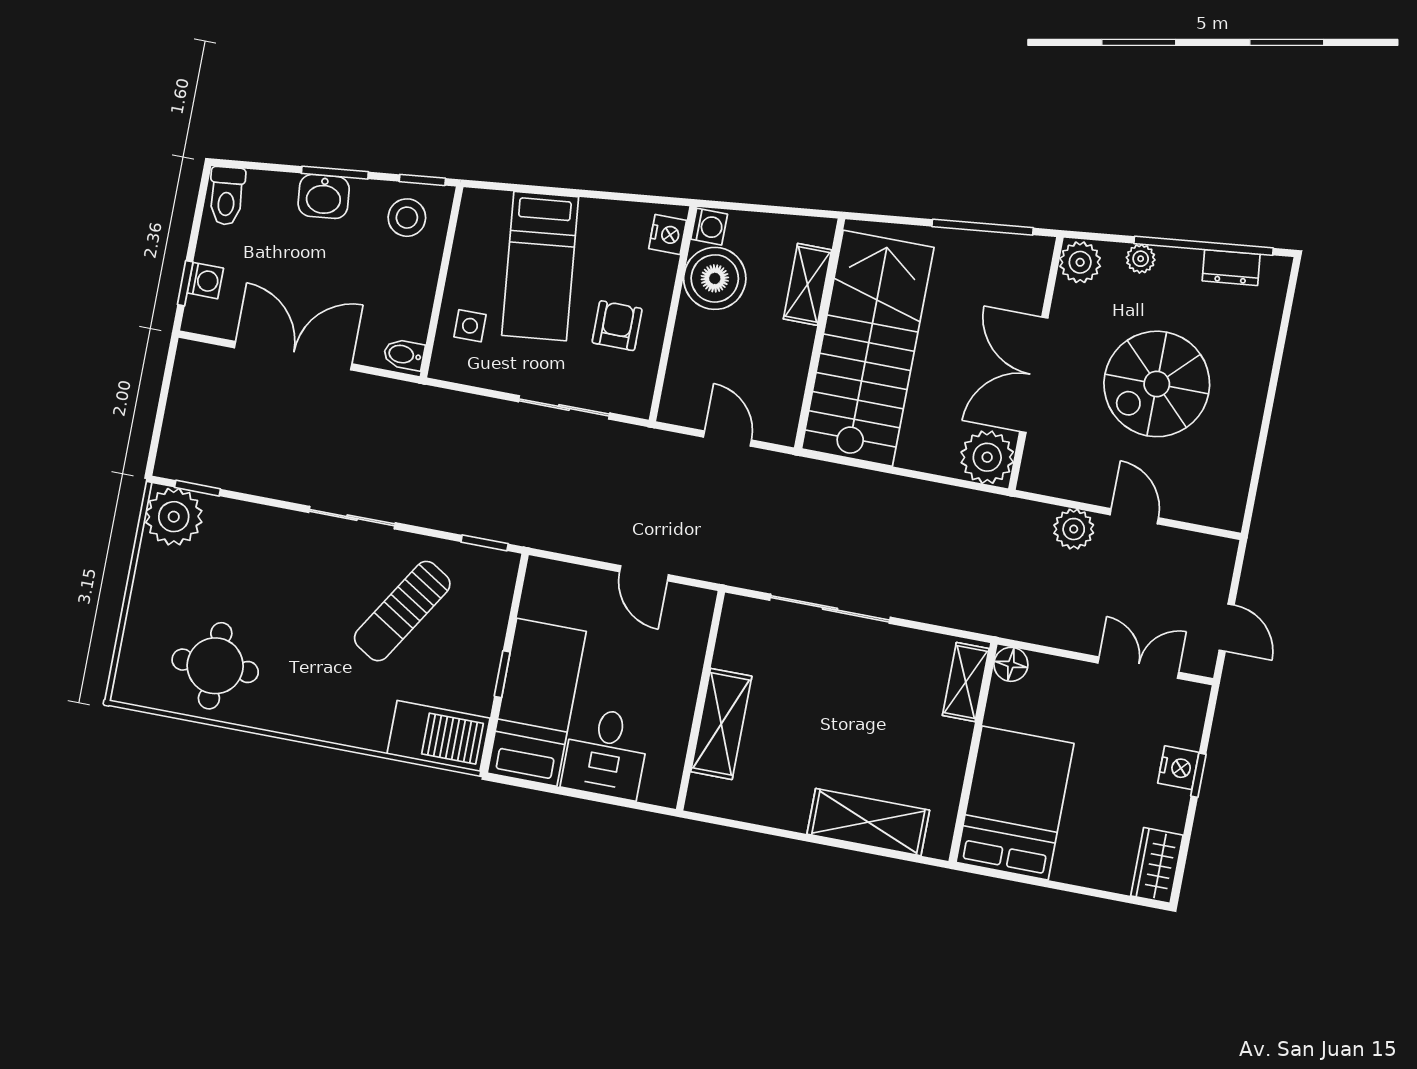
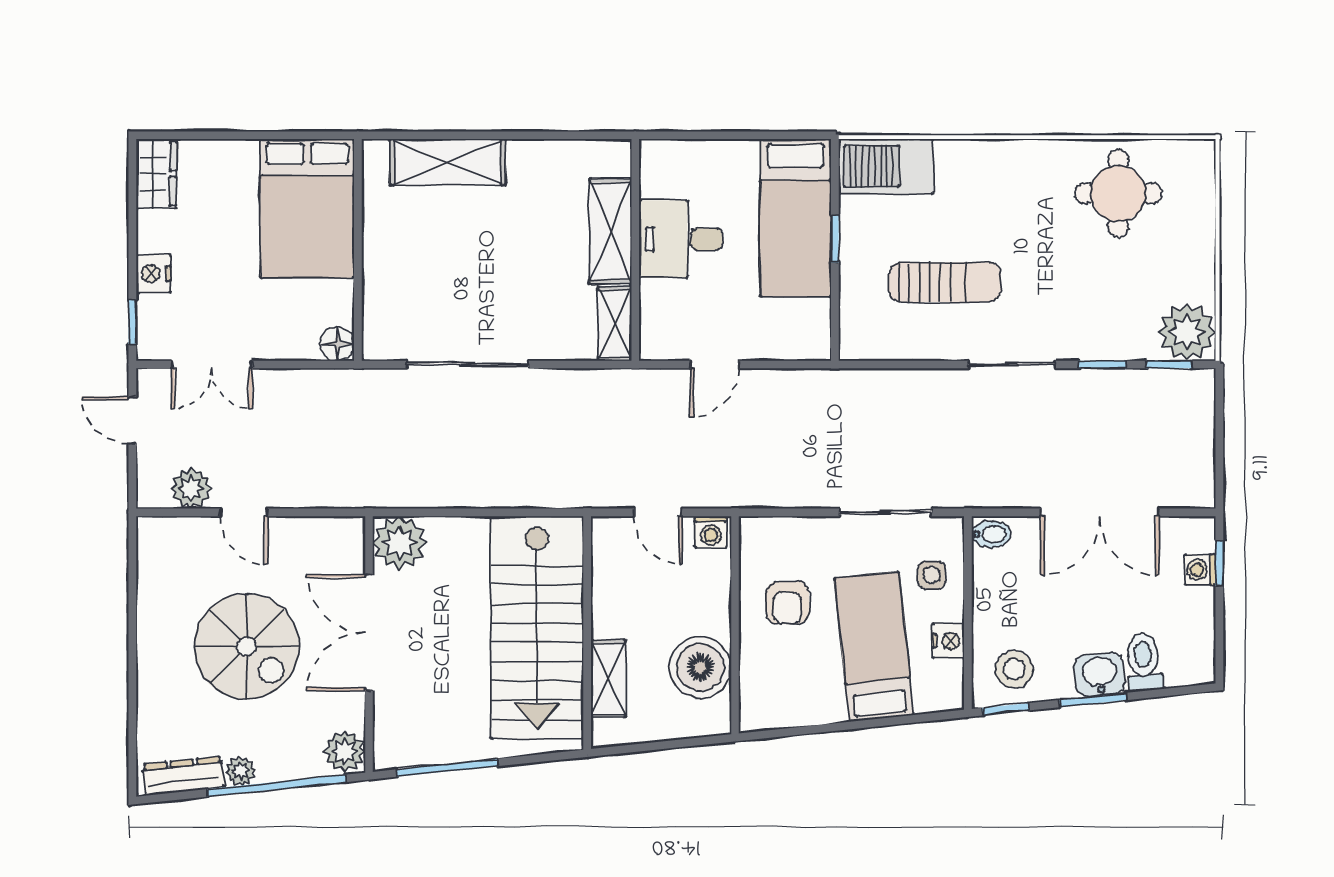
toilet: (227, 196) -> (1144, 662), moved
washing machine: (709, 227) -> (711, 532), moved, turned -90
nightstand: (668, 234) -> (948, 641), moved, turned 180
window: (1204, 246) -> (277, 786), moved
plant: (1141, 259) -> (241, 771), moved
dresser: (1231, 268) -> (183, 776), width x1.44
double door: (1034, 375) -> (369, 632), swing flipped
spiral stairs: (1157, 384) -> (247, 646), turned 90
sliding door: (564, 407) -> (885, 512), moved
plant: (1074, 529) -> (191, 488), moved
window: (485, 543) -> (1102, 365), moved
door: (644, 573) -> (715, 365), swing flipped
sliding door: (830, 609) -> (468, 365), moved
sun lounger: (402, 611) -> (945, 282), turned 58
shelving: (966, 682) -> (615, 324), moved
desk: (606, 753) -> (681, 239), moved, turned -90
window: (1198, 775) -> (132, 322), moved

